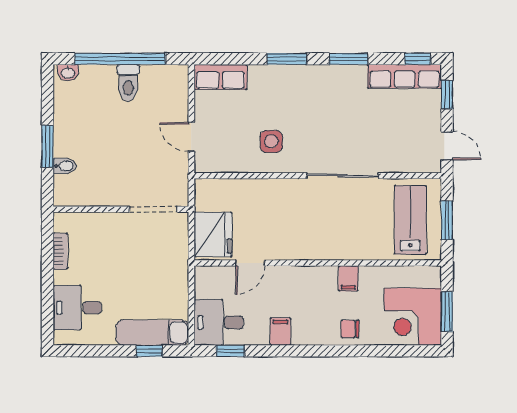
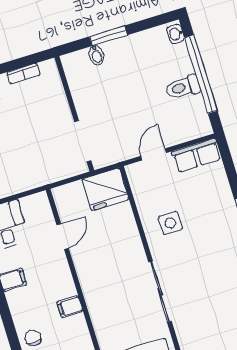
row of seats: (220, 77) -> (196, 155), moved, turned -90
fridge: (213, 234) -> (105, 189), moved
door: (250, 263) -> (63, 237), swing flipped
filing cabinet: (348, 278) -> (70, 306), moved

